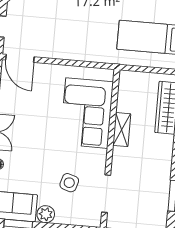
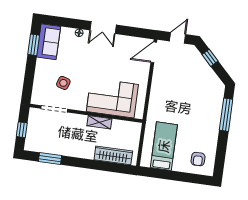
plant: (46, 214) -> (42, 65), removed

